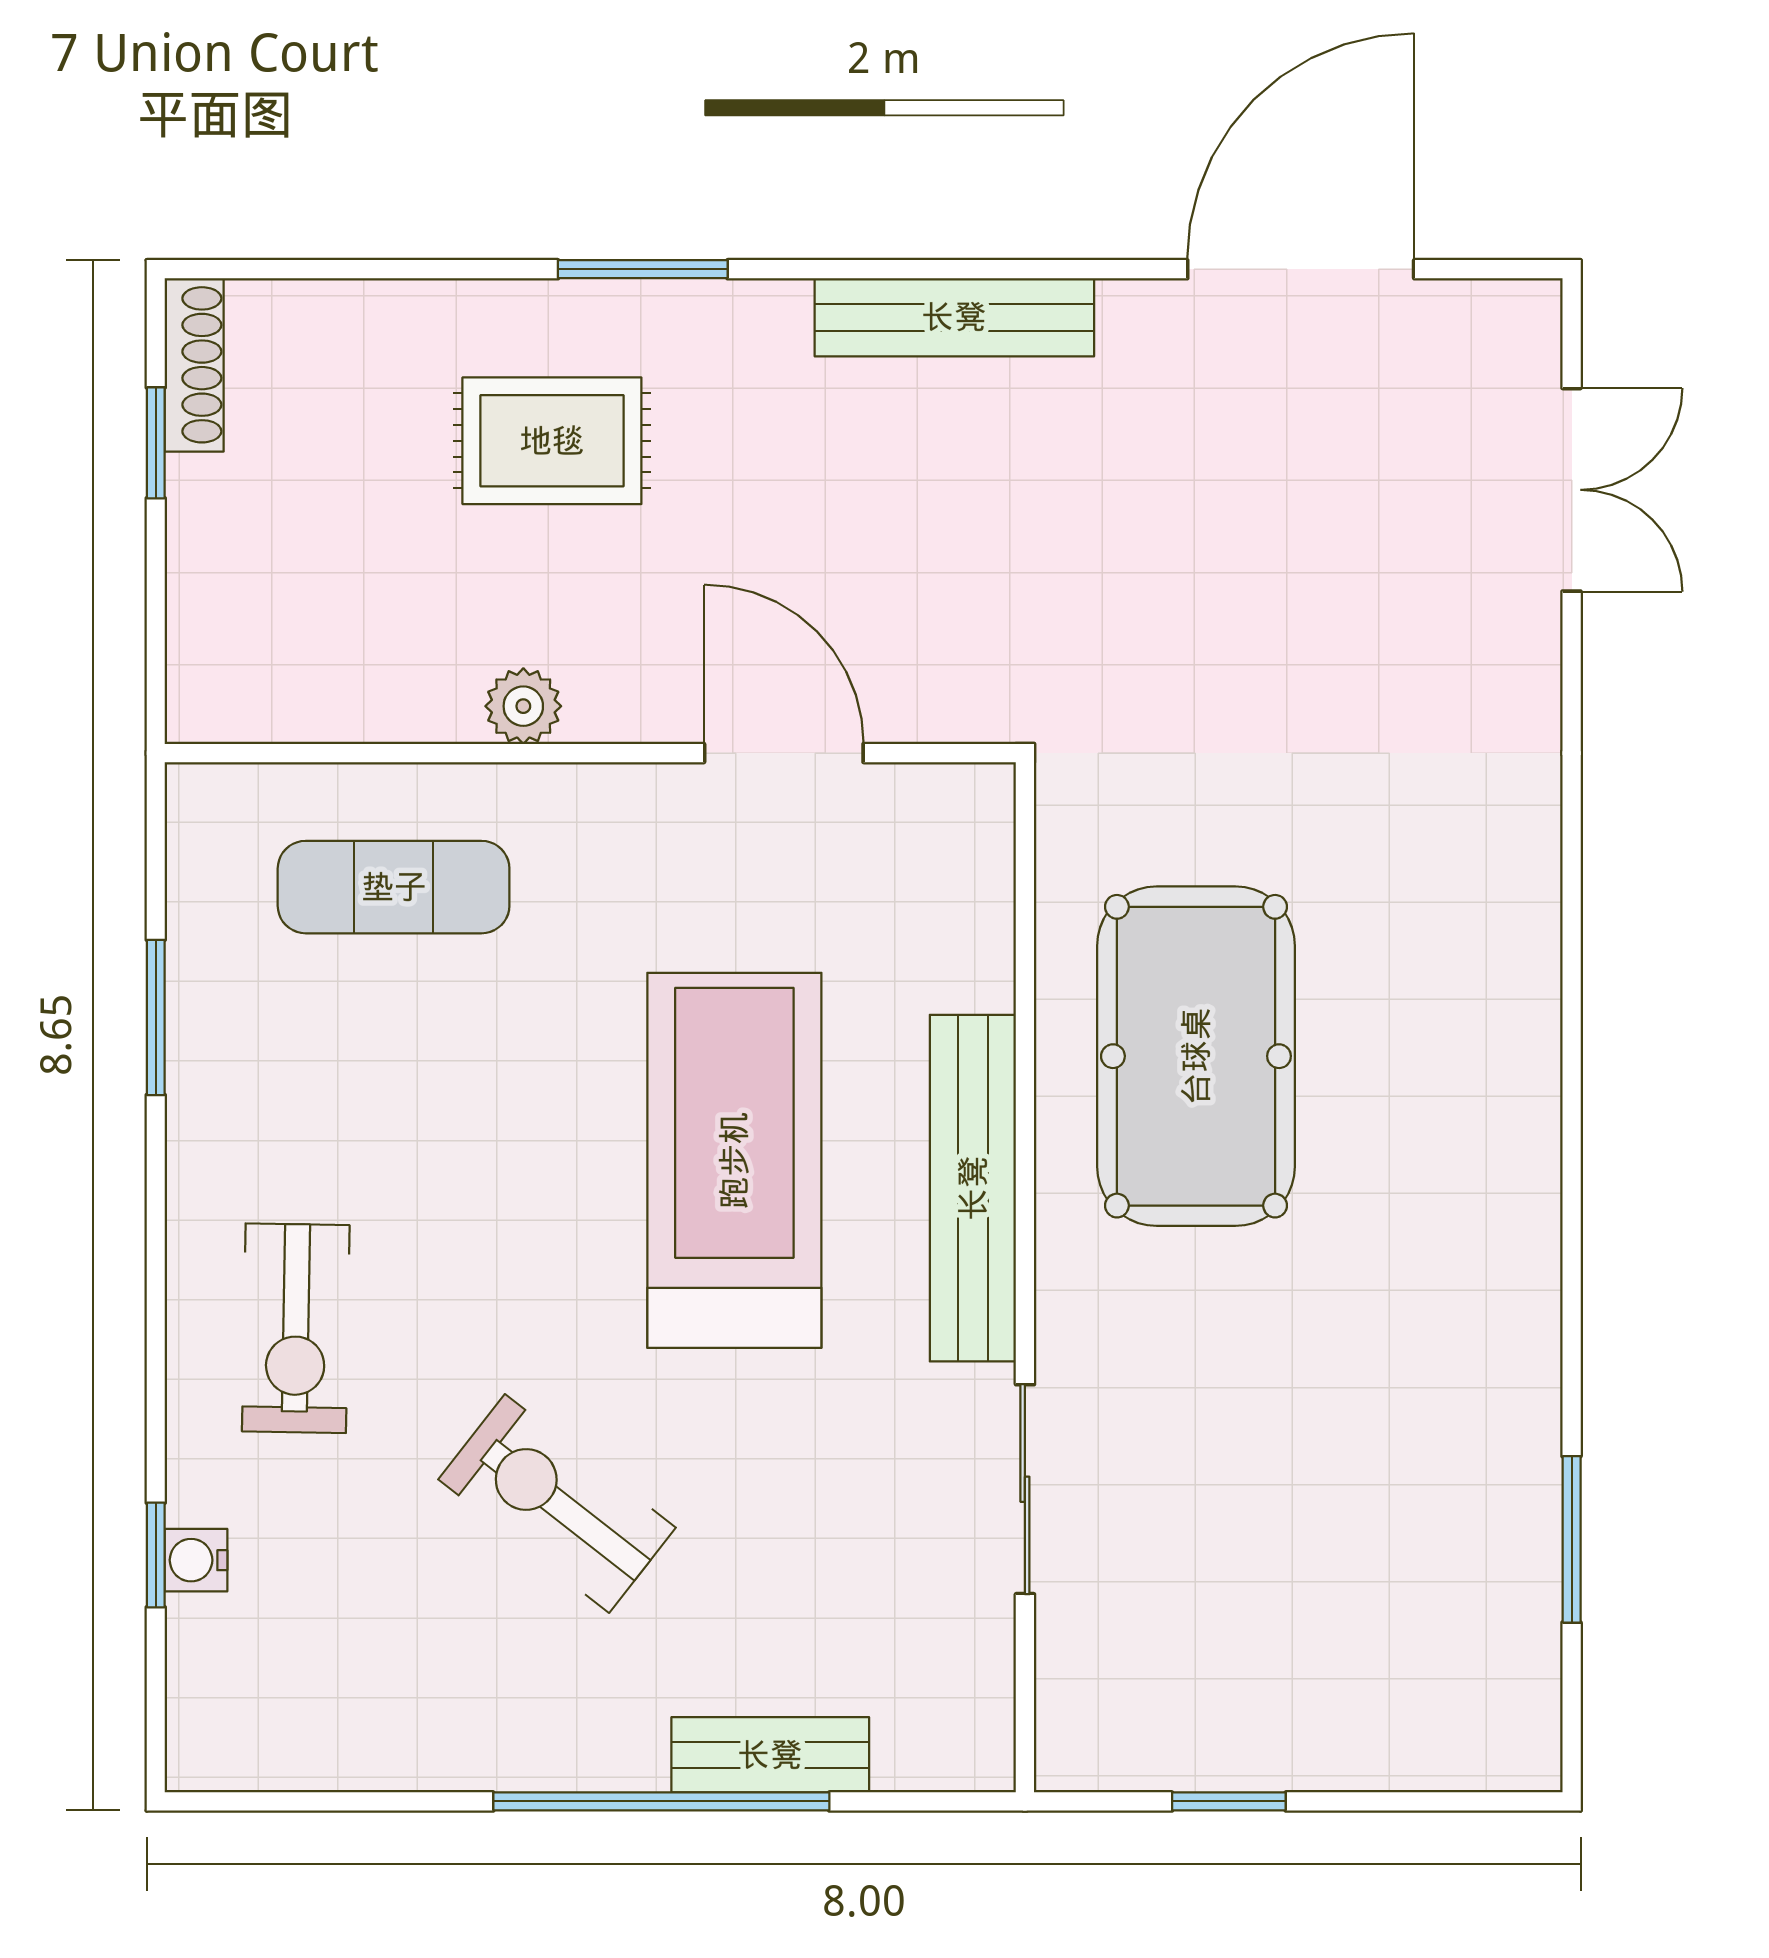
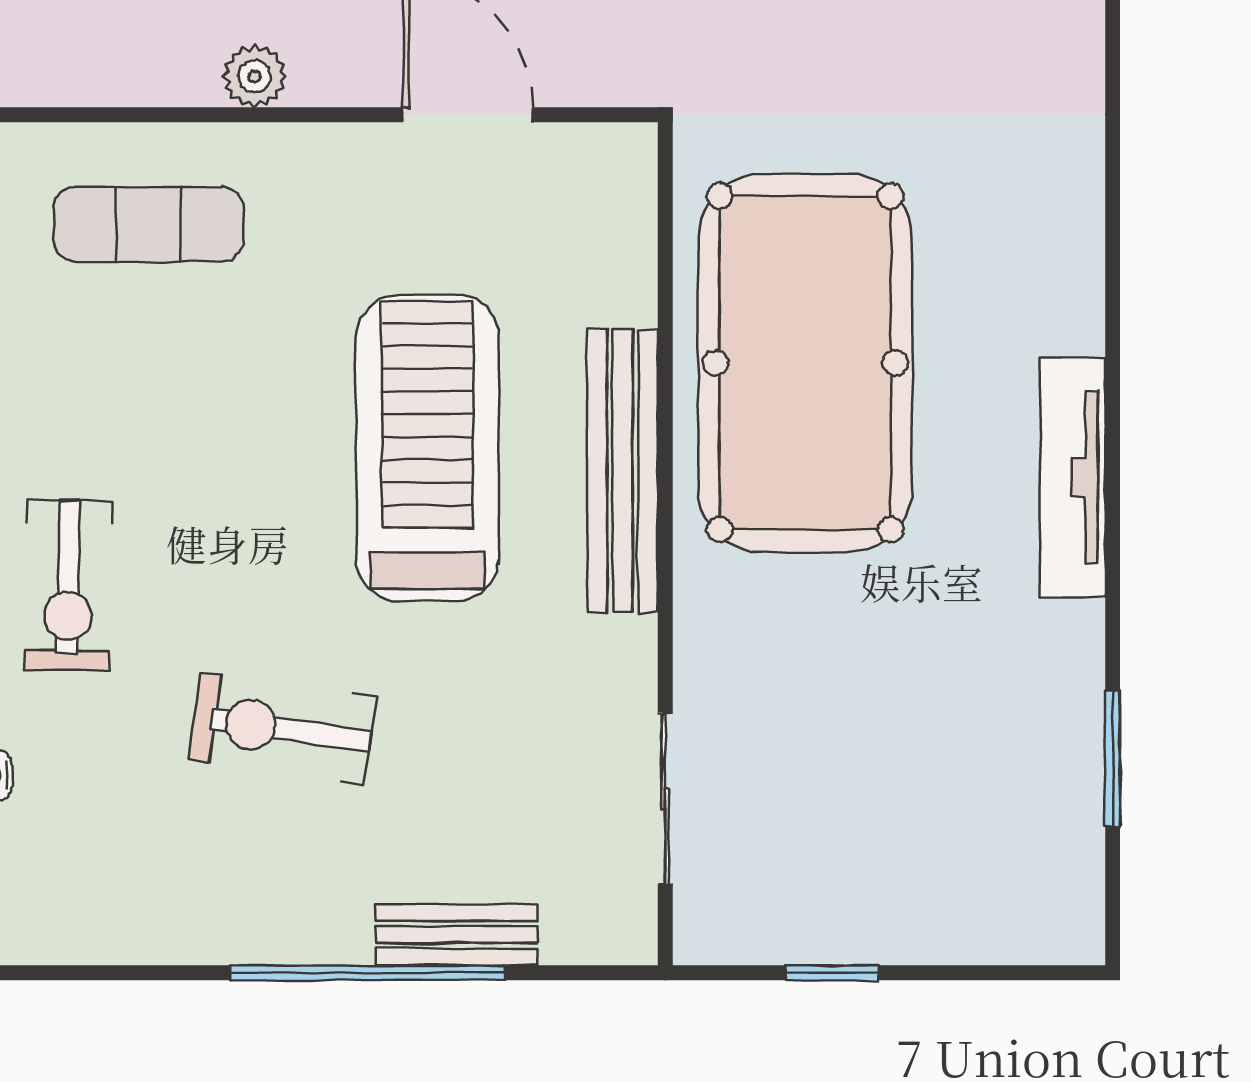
pool table: (1196, 1056) -> (805, 363), width x1.36, depth x1.32
tv unit: (1523, 1196) -> (1073, 477), added
sliding door: (1025, 1489) -> (665, 798), moved
exercise bike: (557, 1504) -> (282, 729), turned -30

